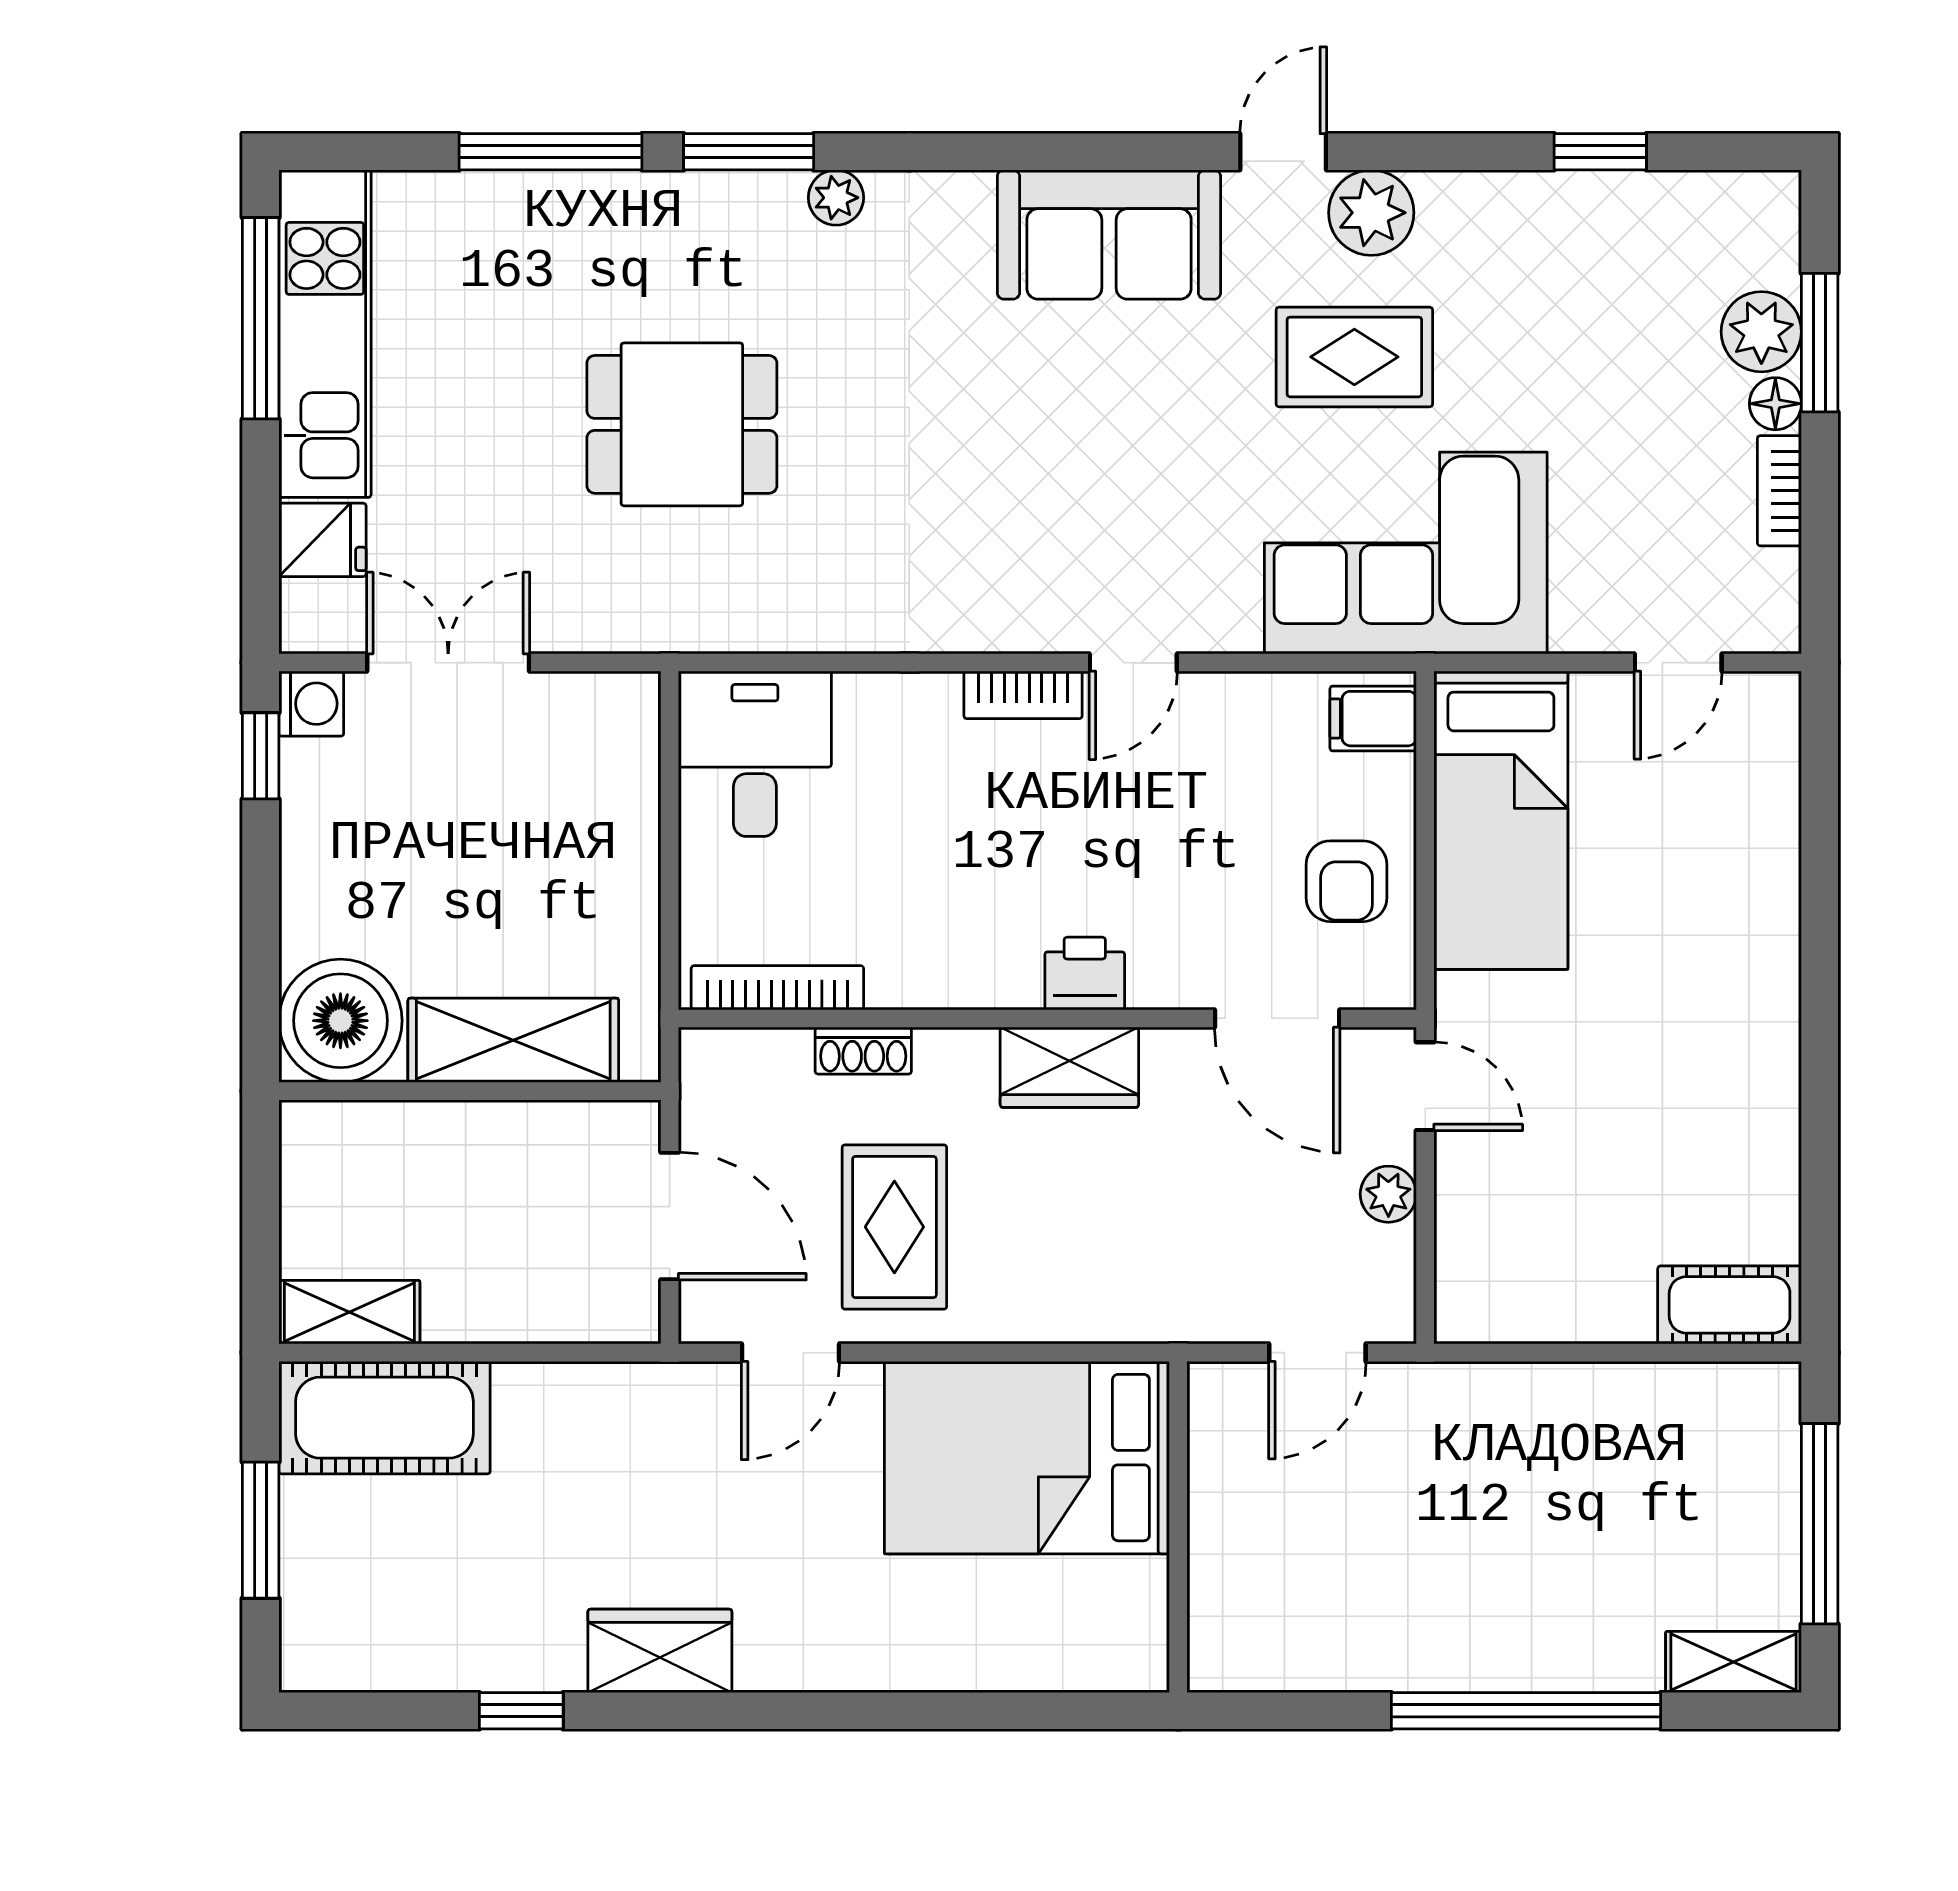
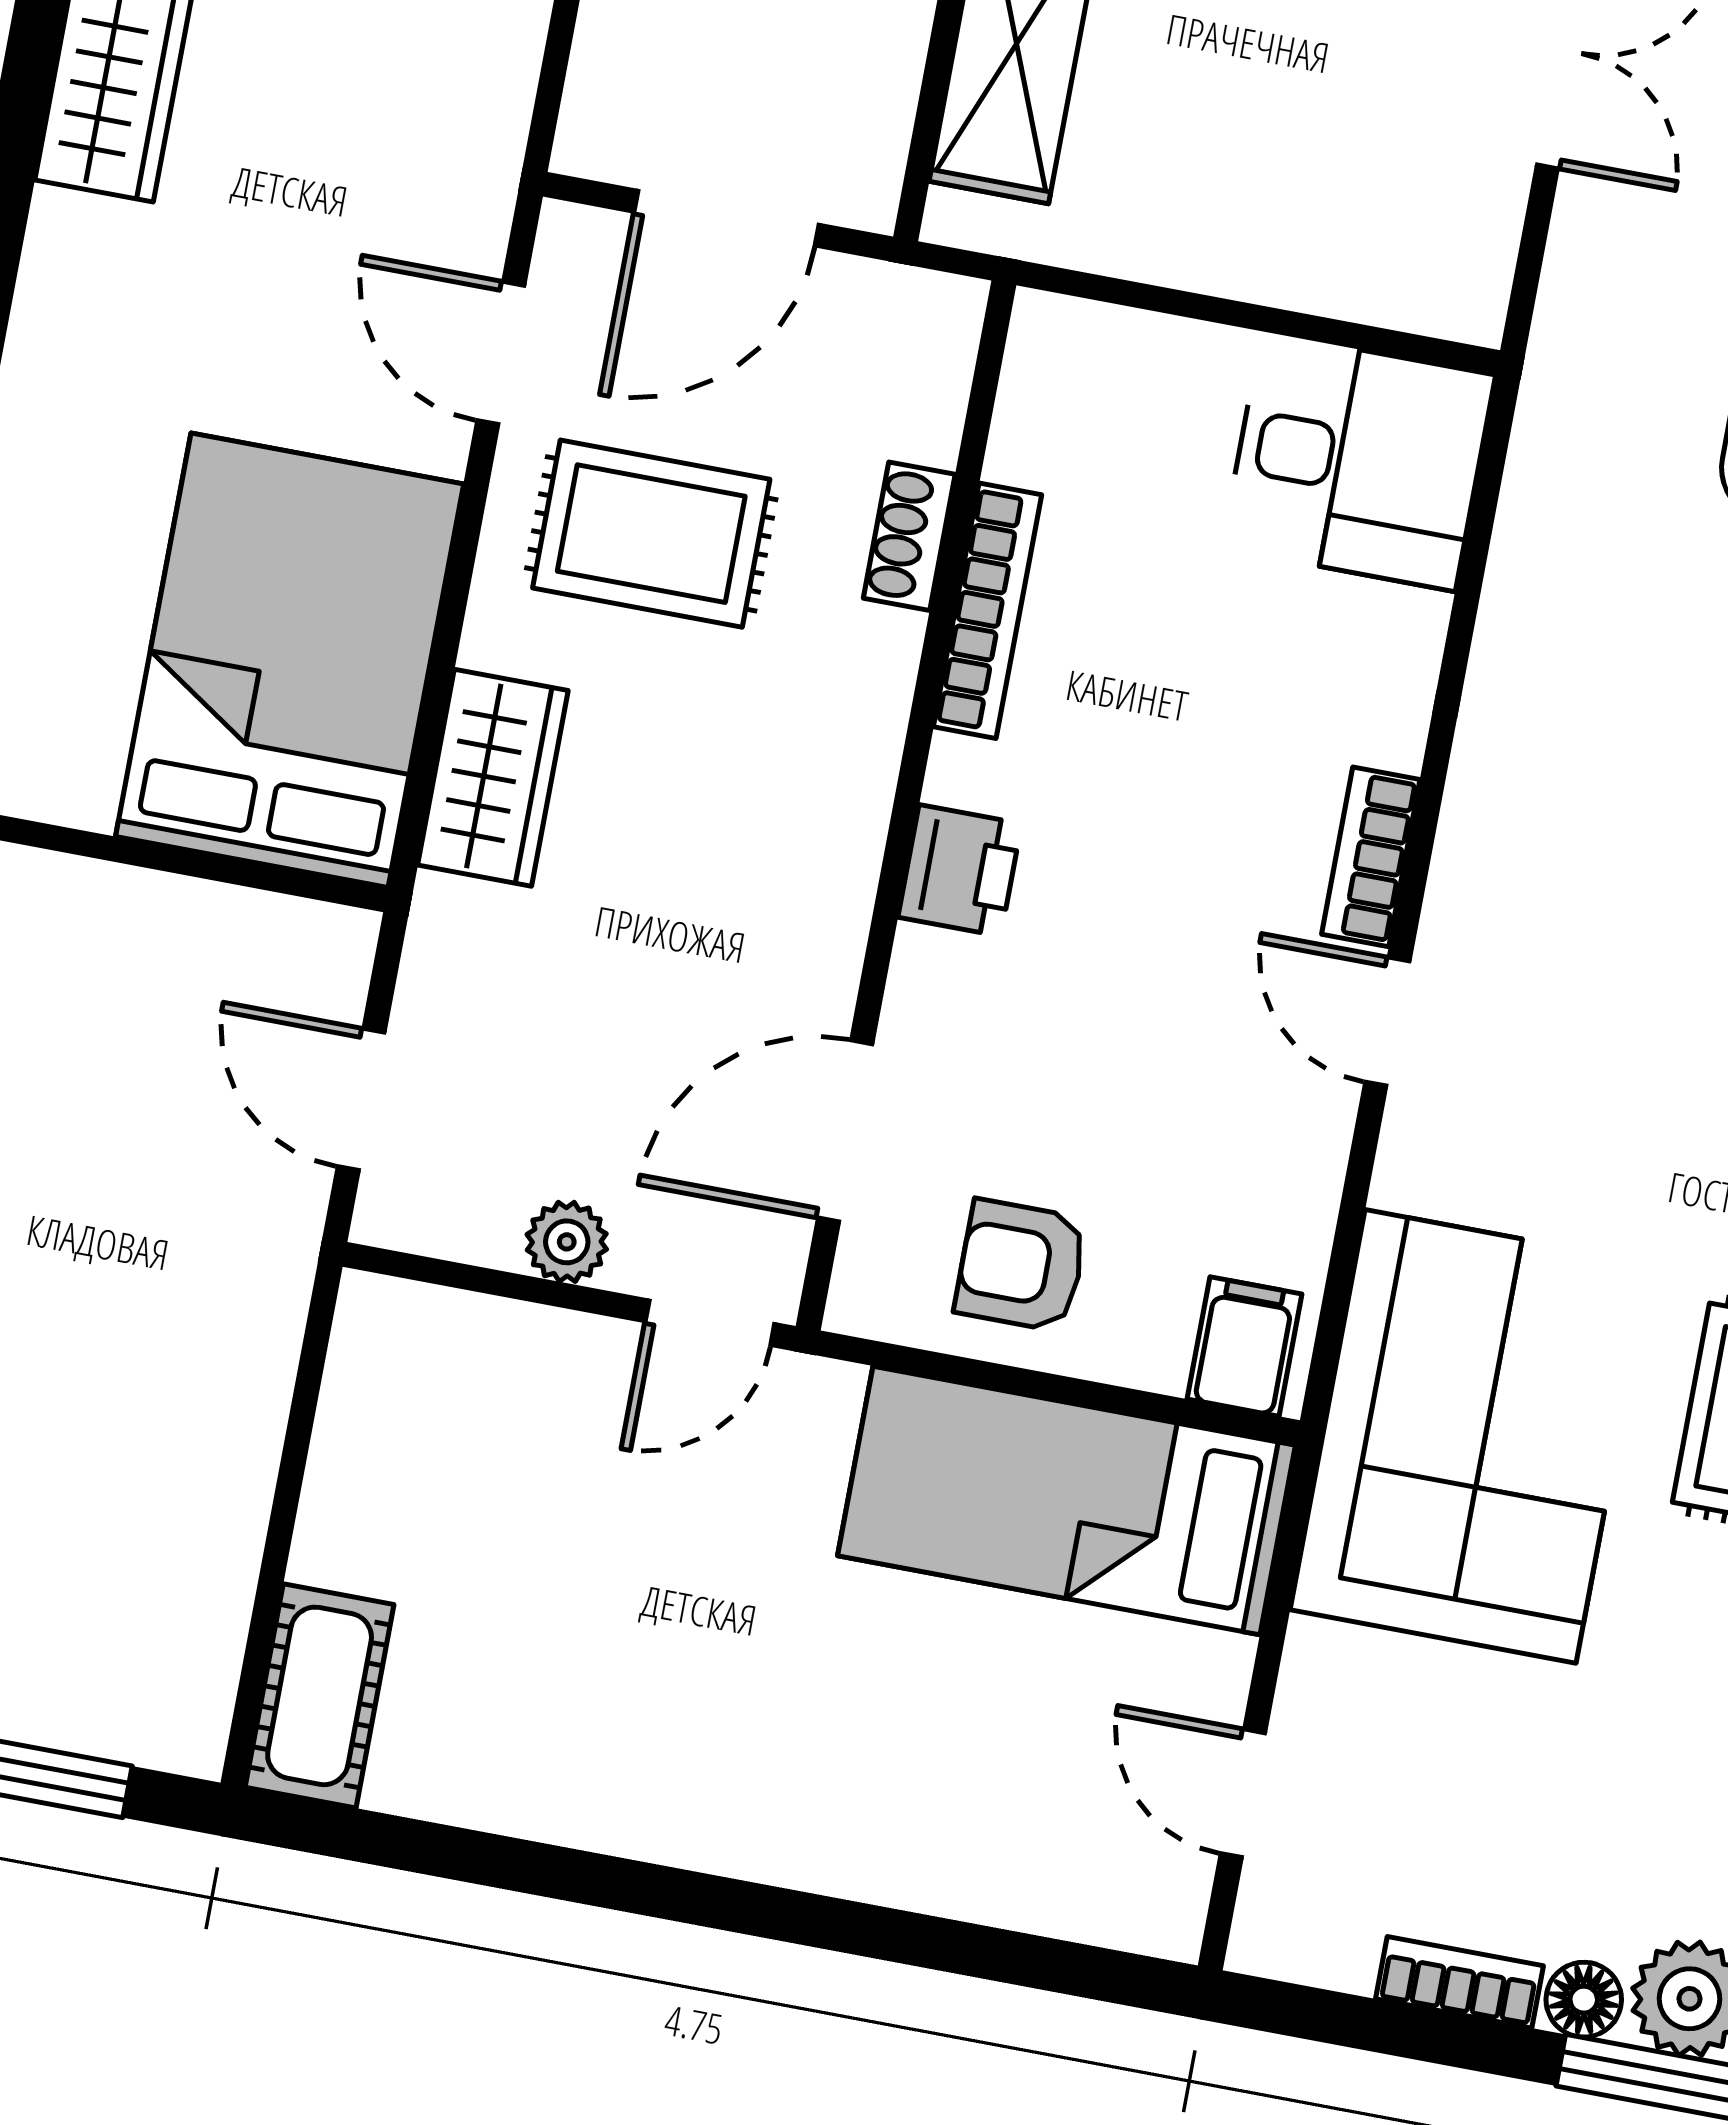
bookcase: (777, 988) -> (988, 611), moved
wardrobe: (1069, 1067) -> (493, 778), moved, turned 180

